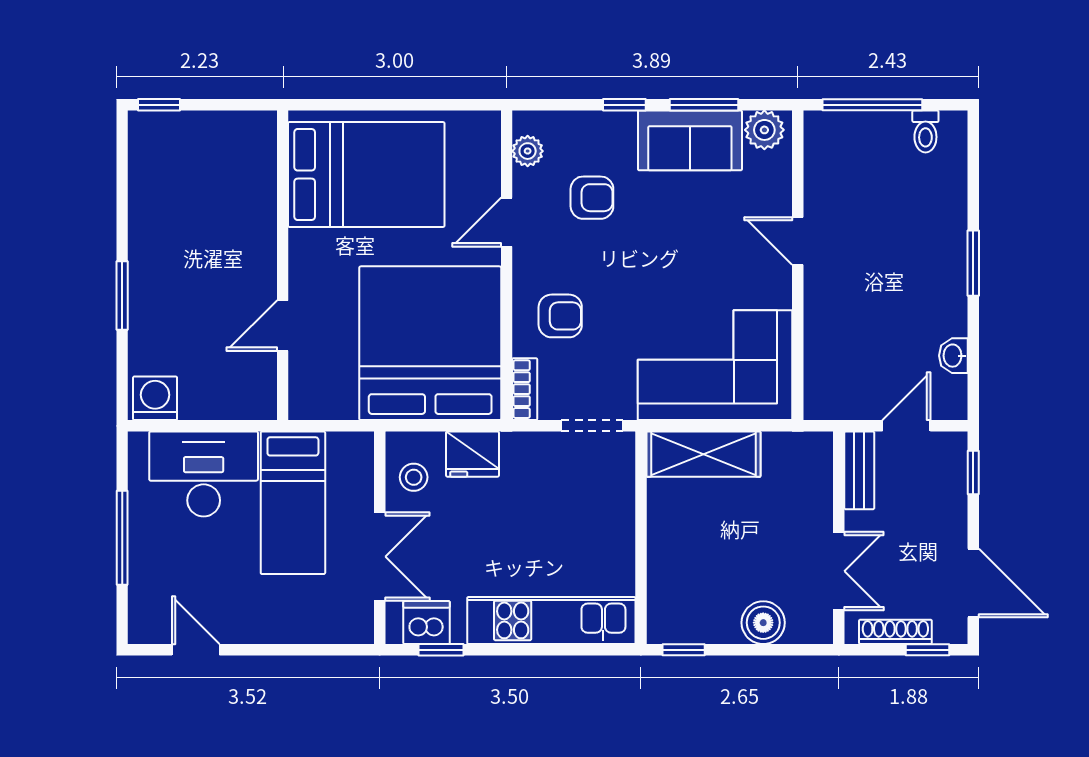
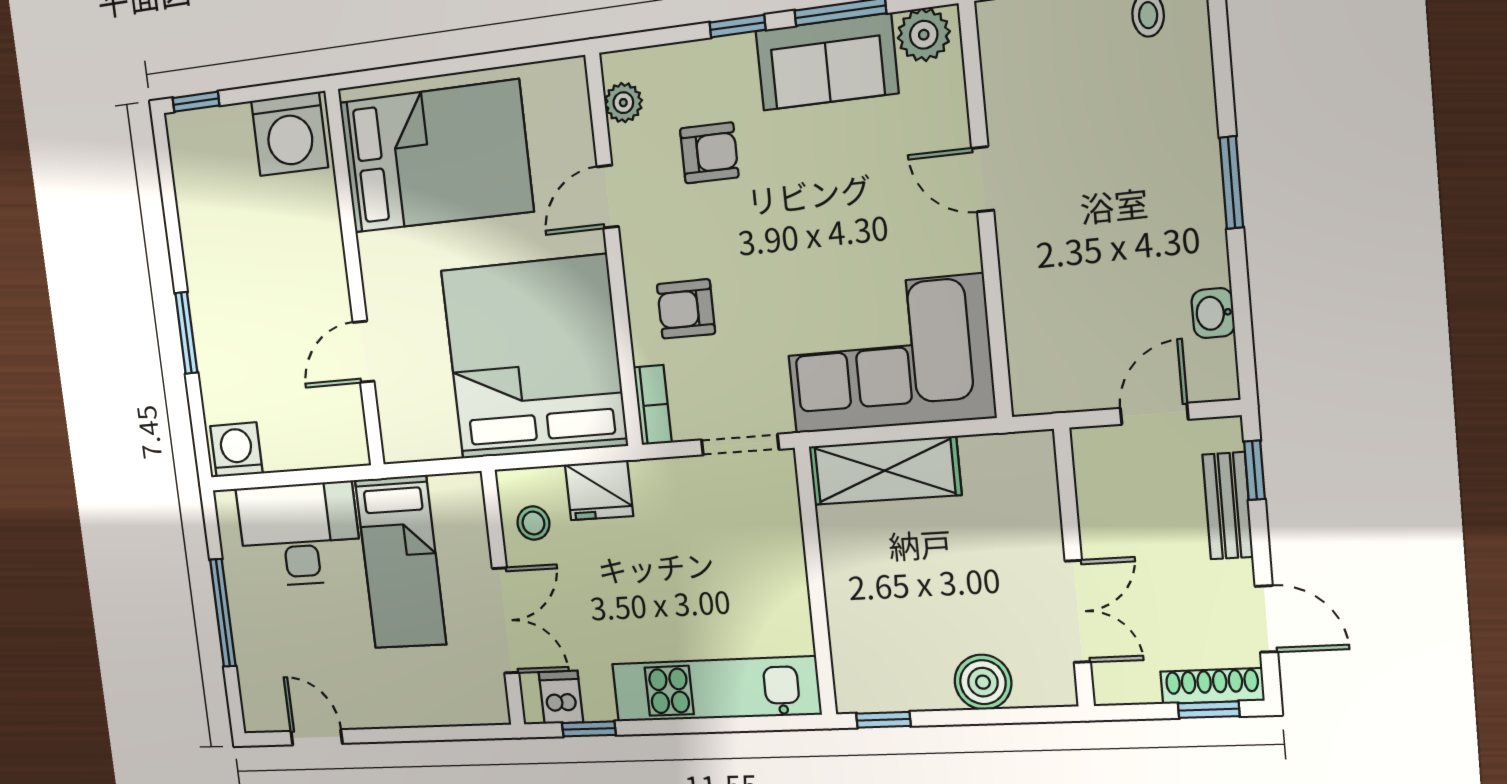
washing machine: (240, 141) -> (290, 134), added
armchair: (560, 316) -> (686, 309), turned 180
bench: (859, 470) -> (1228, 506), moved
door: (973, 583) -> (1266, 619), width x0.73
dishwasher: (426, 623) -> (561, 697), width x0.73
shoe rack: (895, 632) -> (1212, 686), moved

